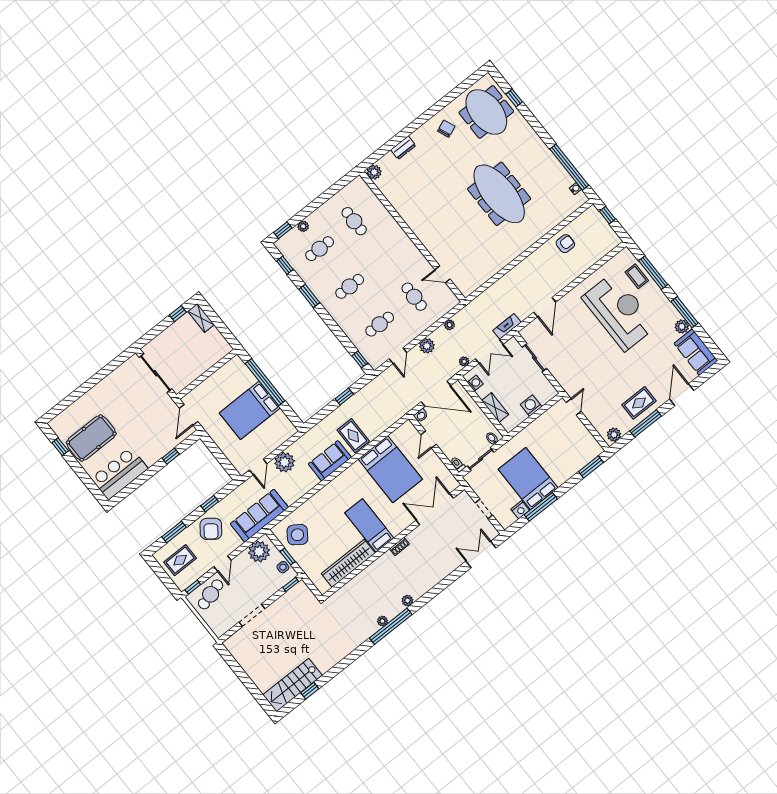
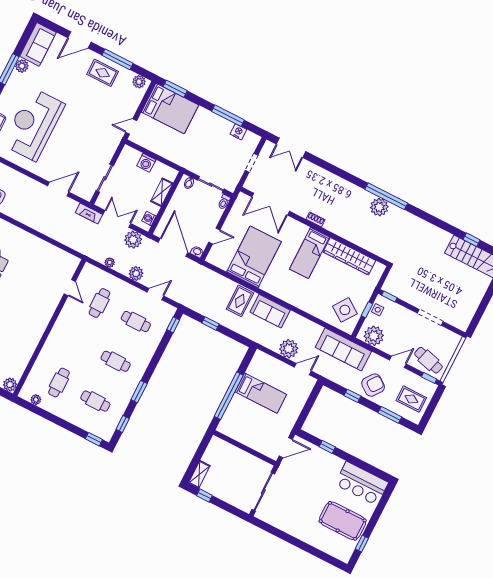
plant: (303, 226) -> (36, 400), moved
plant: (464, 361) -> (133, 240), width x1.87, depth x1.87
bed: (250, 410) -> (261, 393), width x0.67
bed: (528, 479) -> (170, 109), moved, turned -90
cafe table: (211, 594) -> (428, 360), turned 31
plant: (407, 601) -> (358, 192), removed
plant: (382, 621) -> (379, 207), width x1.88, depth x1.88

